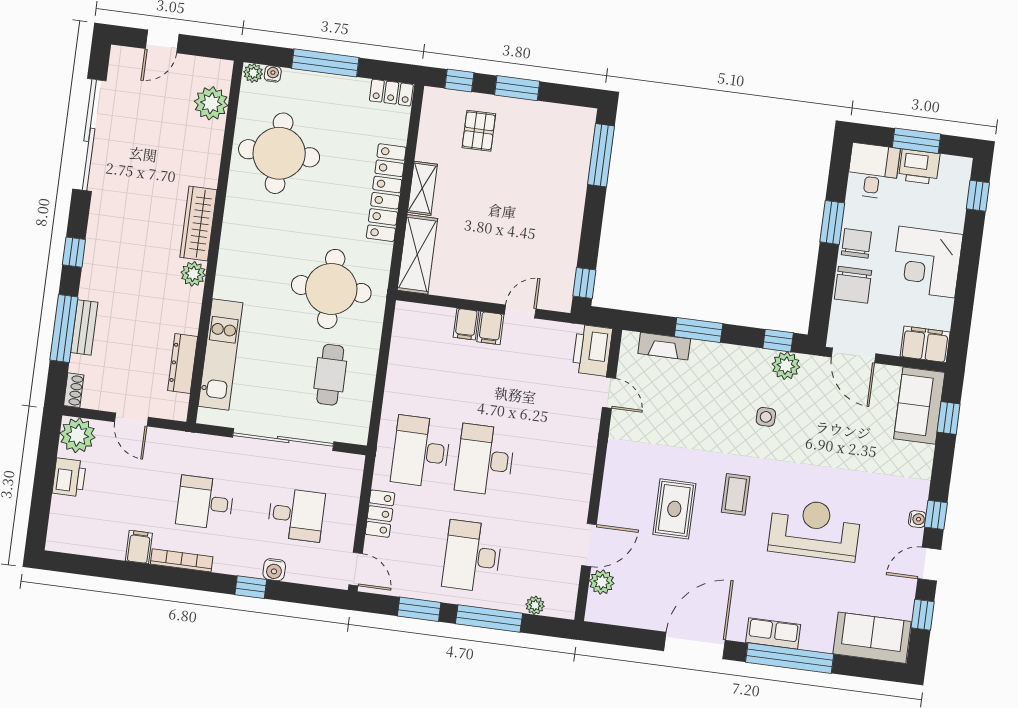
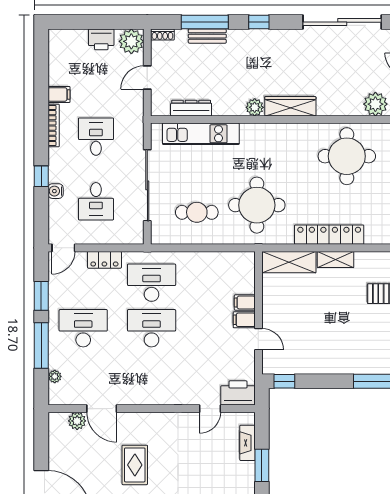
rug: (674, 509) -> (135, 465), turned 90

